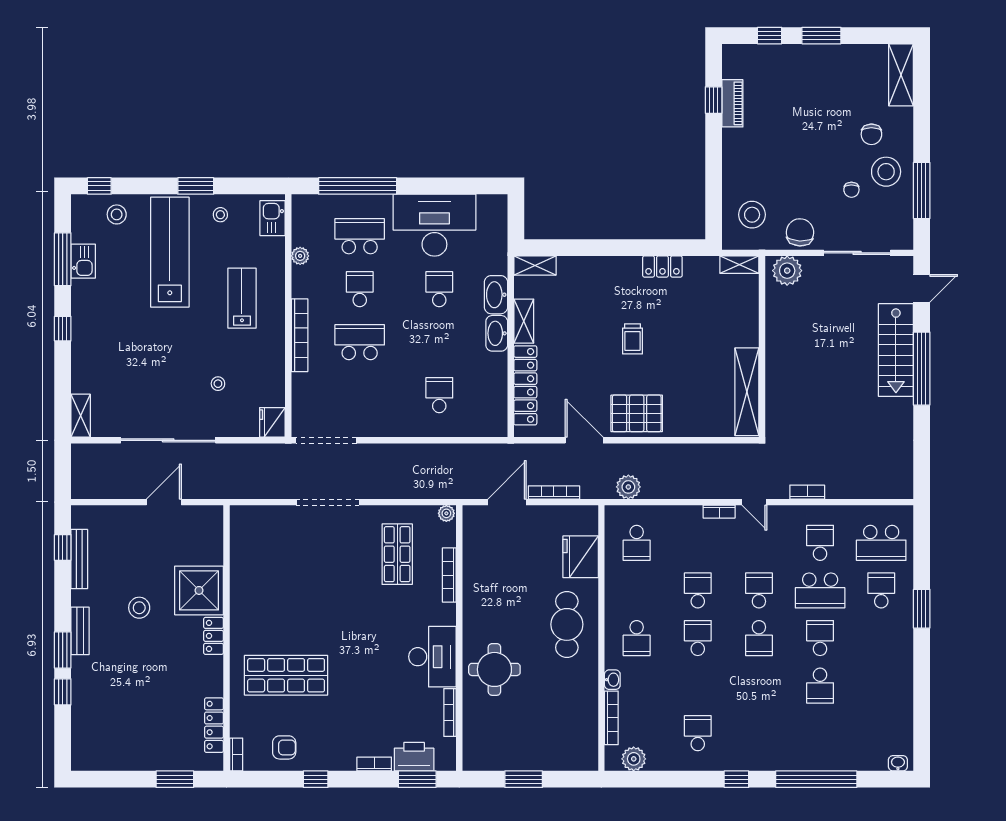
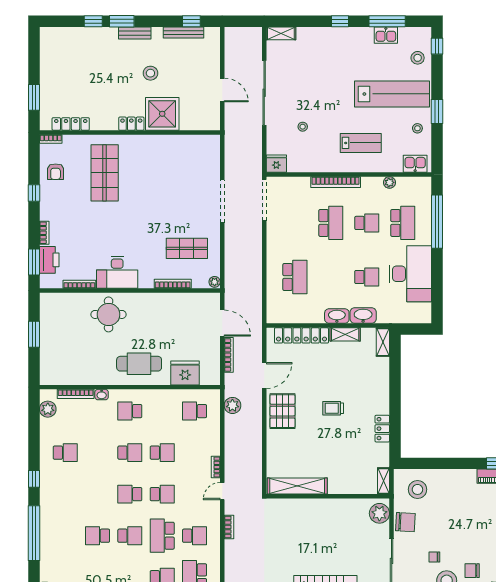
school desk: (439, 395) -> (295, 277), width x1.85

